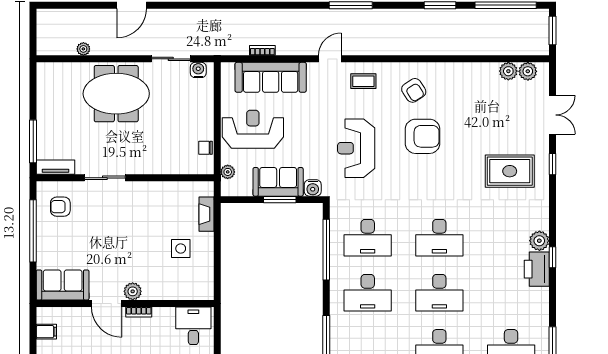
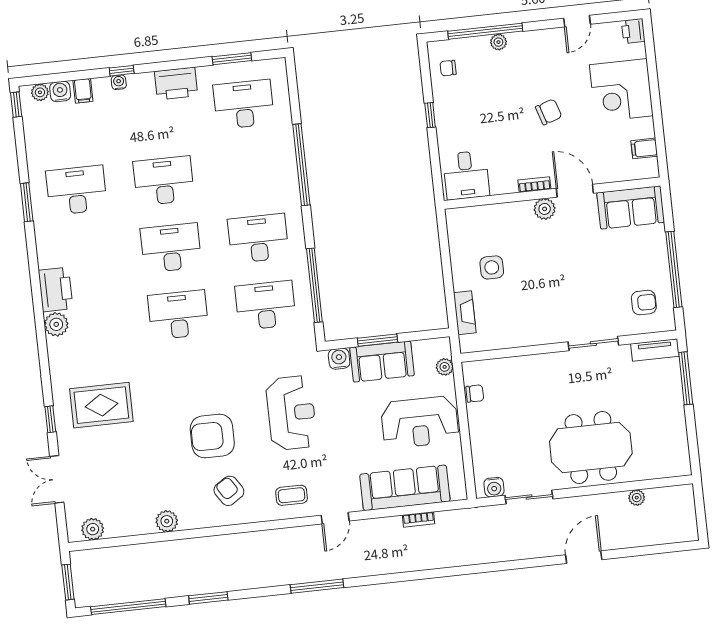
plant: (508, 71) -> (167, 521), moved
window: (552, 257) -> (38, 306), removed

